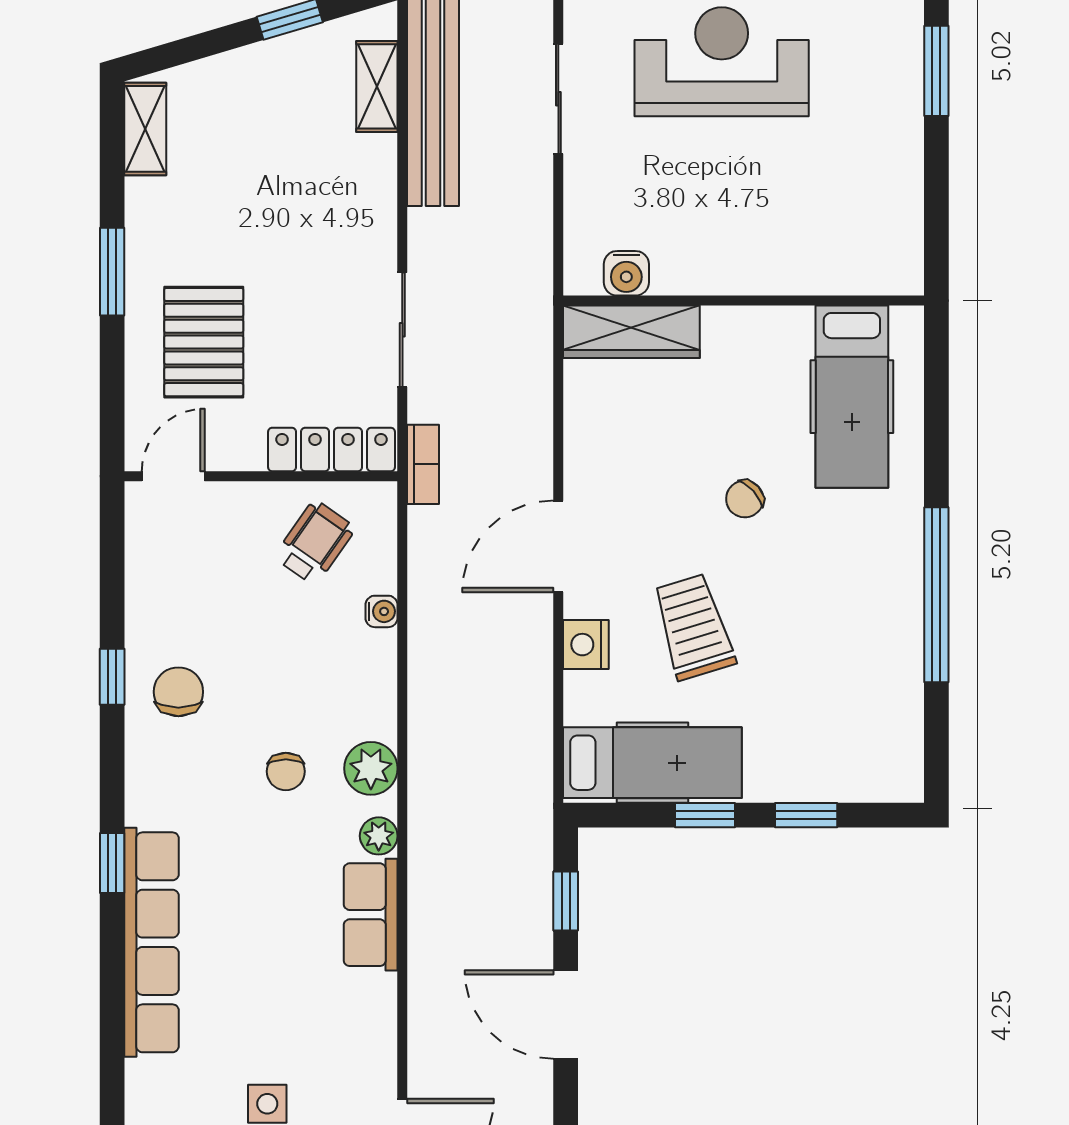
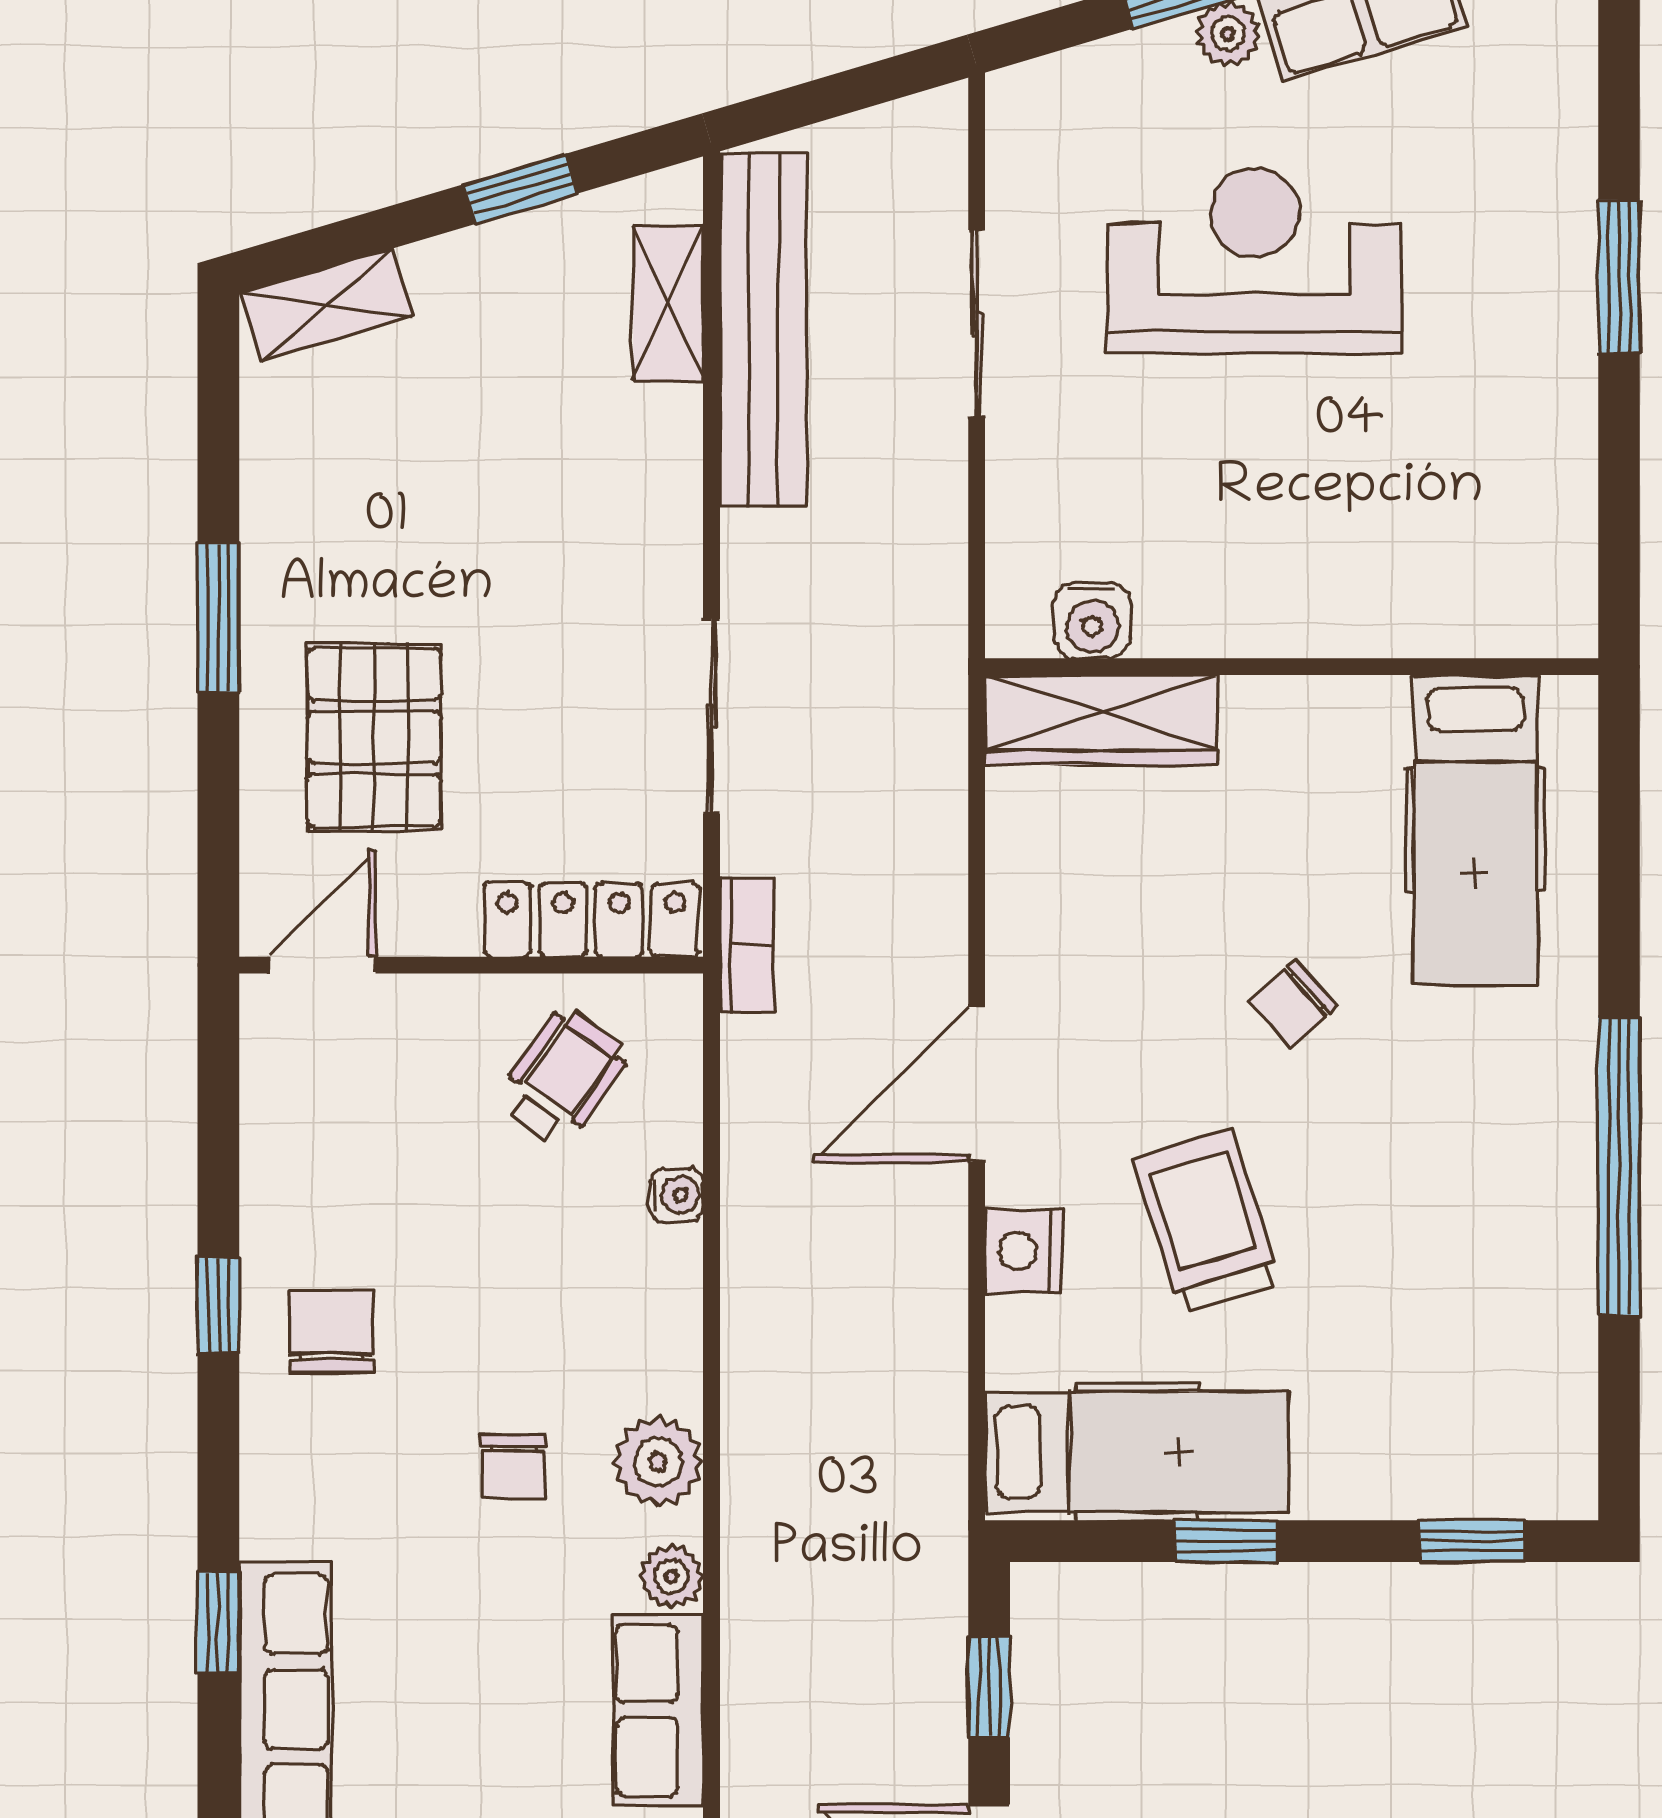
shelving: (145, 129) -> (327, 305), moved, turned 73
window: (806, 815) -> (1472, 1541), moved

